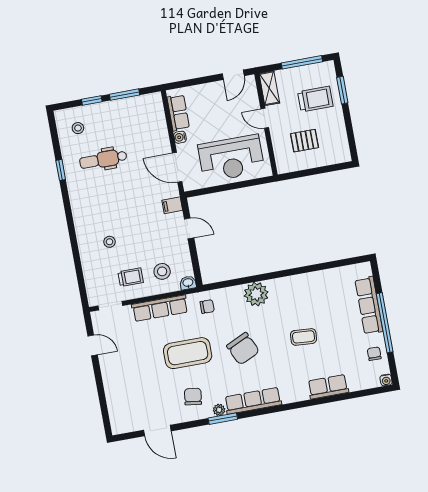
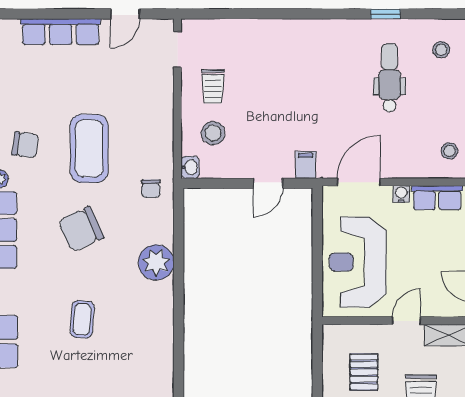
stool: (110, 242) -> (450, 151), moved
row of seats: (160, 308) -> (61, 32), moved, turned -90

